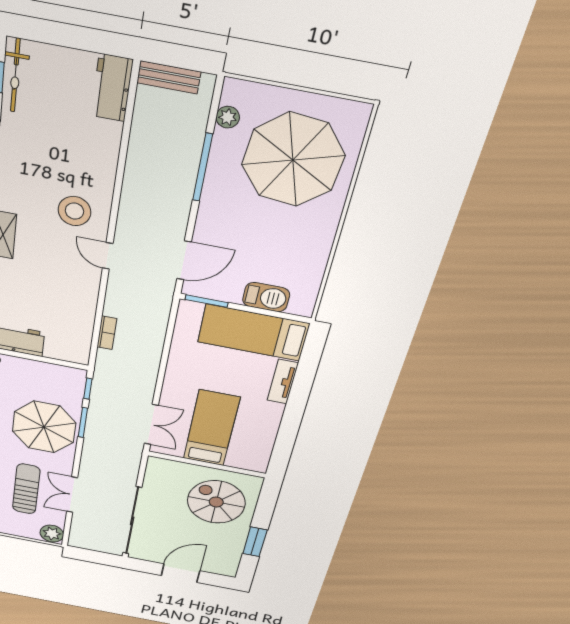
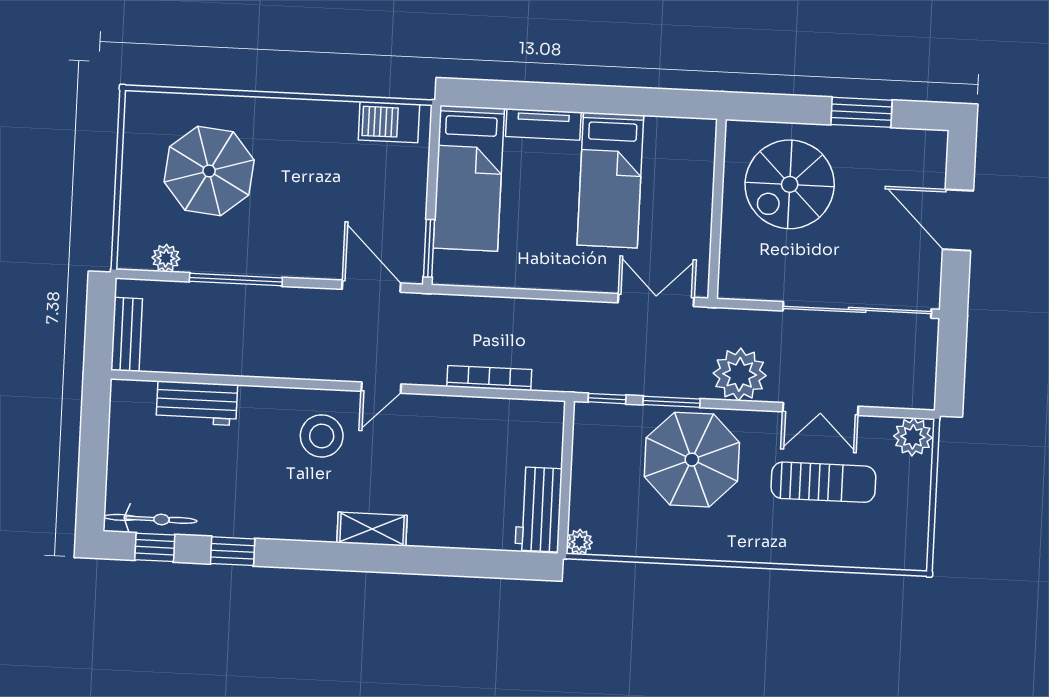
workbench: (112, 88) -> (197, 403), moved
parasol: (293, 160) -> (209, 171), width x0.73, depth x0.73
barbecue: (266, 297) -> (389, 122), moved, turned -90
bookcase: (107, 333) -> (489, 378), width x1.56
bed: (211, 428) -> (610, 180), moved, turned -90
plant: (98, 459) -> (740, 374), added
sun lounger: (26, 489) -> (823, 482), turned 180

